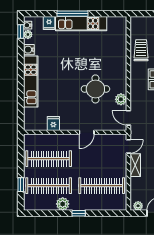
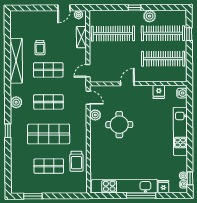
kitchen unit: (81, 24) -> (124, 186), width x1.36
water cooler: (29, 50) -> (182, 93), moved
shelving: (135, 165) -> (81, 37), moved

